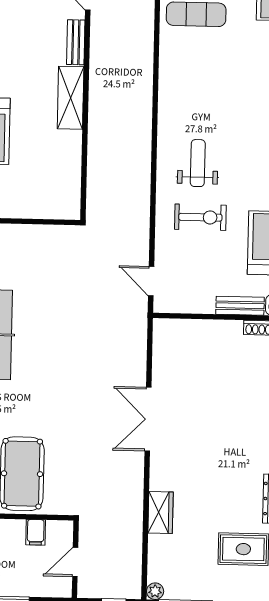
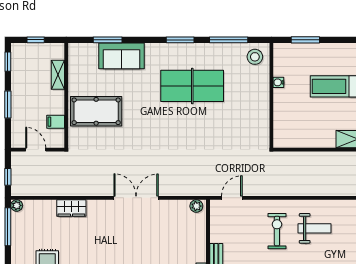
exercise bike: (200, 217) -> (277, 231), turned 180
plant: (162, 333) -> (196, 206), added

